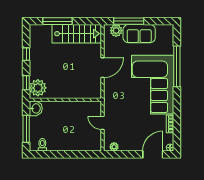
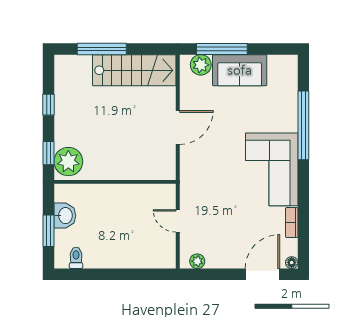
corner sofa: (153, 85) -> (272, 169), width x0.73, depth x0.74
washbasin: (36, 108) -> (65, 216), moved
window: (26, 129) -> (49, 231), width x0.69

